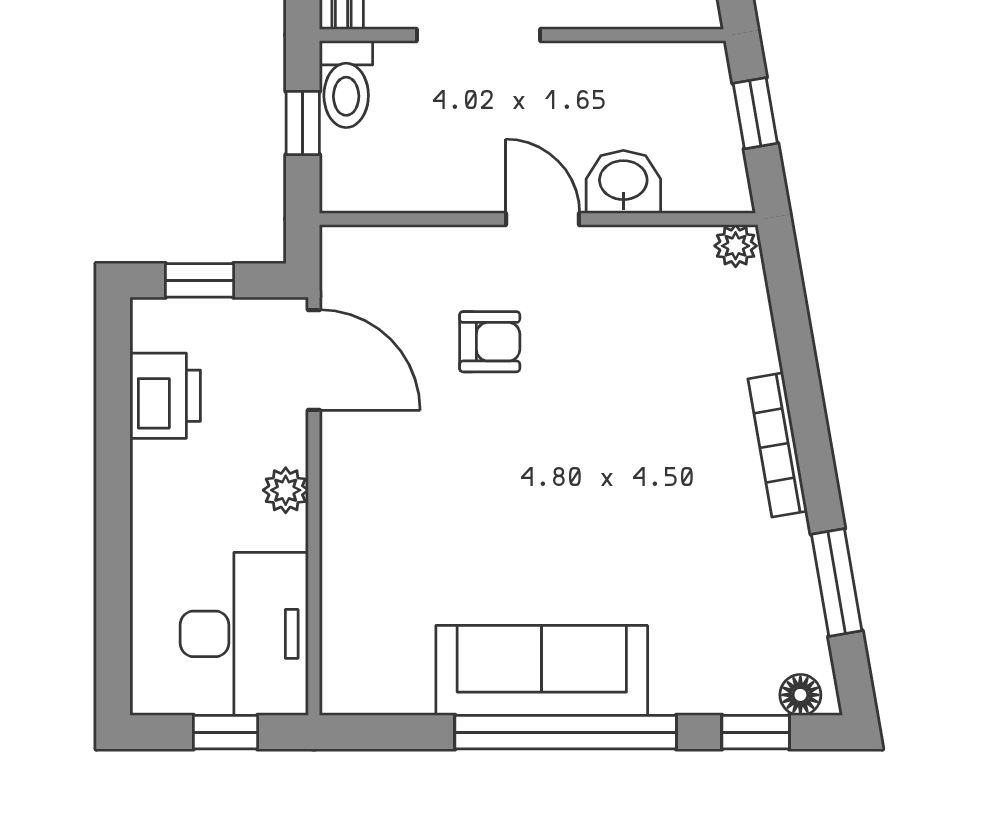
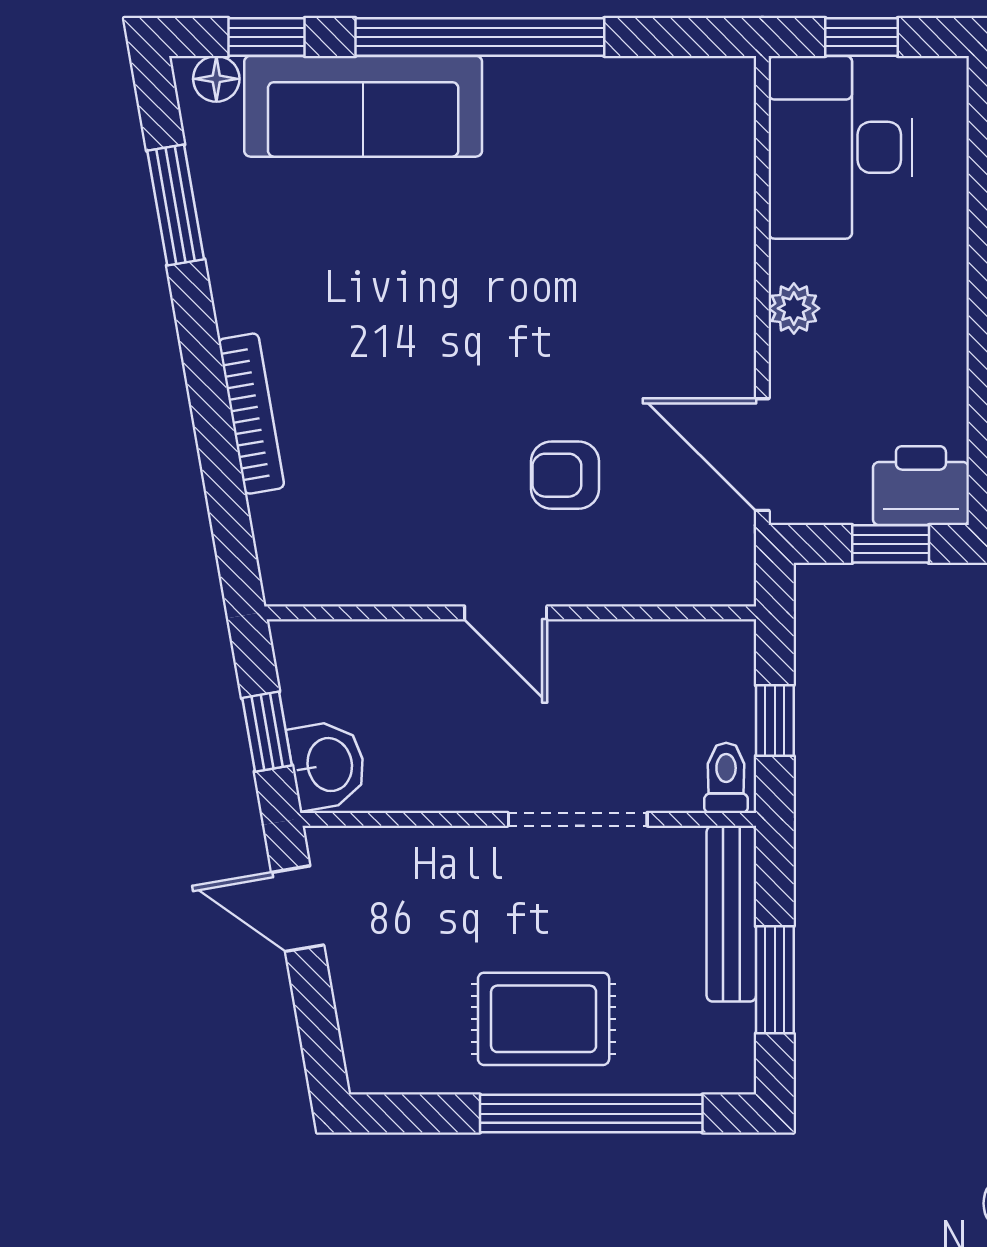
toilet: (346, 84) -> (726, 778), width x0.73, depth x0.72
washbasin: (623, 182) -> (328, 765), moved, turned -100
plant: (736, 246) -> (289, 583), removed
printer: (165, 396) -> (921, 486), moved, turned 90
bookcase: (778, 445) -> (251, 414), moved
sofa: (542, 670) -> (363, 106), moved

